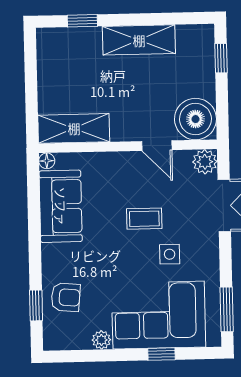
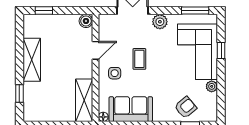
boiler: (195, 119) -> (86, 21), width x0.54, depth x0.54
plant: (205, 162) -> (160, 22), moved
side table: (170, 254) -> (115, 73), moved
armchair: (66, 297) -> (186, 107), turned 45

